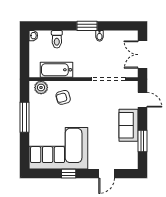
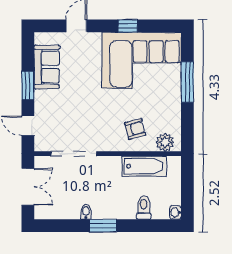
window: (24, 117) -> (187, 82), moved
sofa: (129, 125) -> (47, 67), moved
window: (142, 141) -> (28, 85), moved

